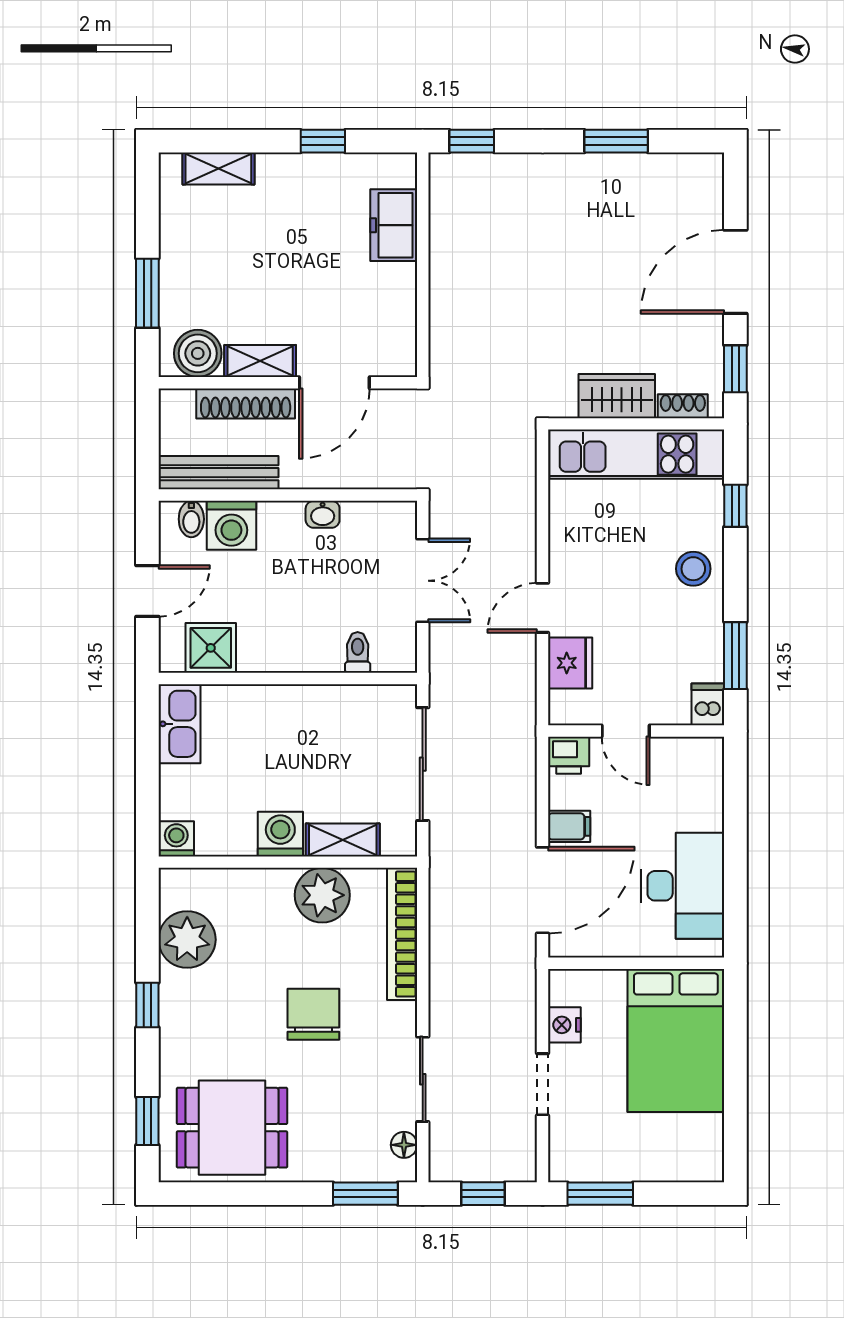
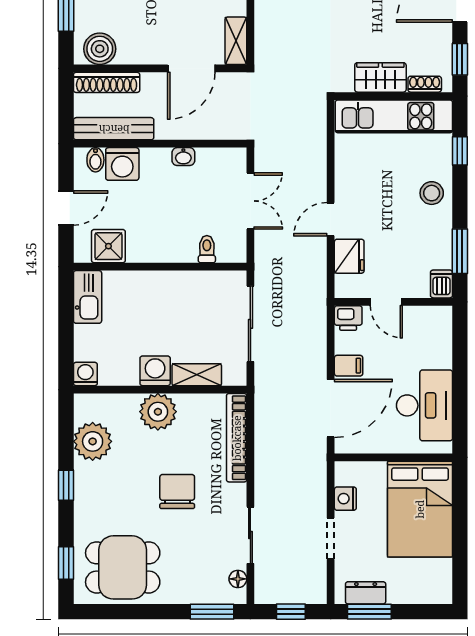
shelving: (260, 361) -> (236, 41), moved, turned 90
shoe rack: (246, 404) -> (107, 82), moved
plant: (322, 895) -> (158, 412), moved
dresser: (595, 1166) -> (366, 593), added

